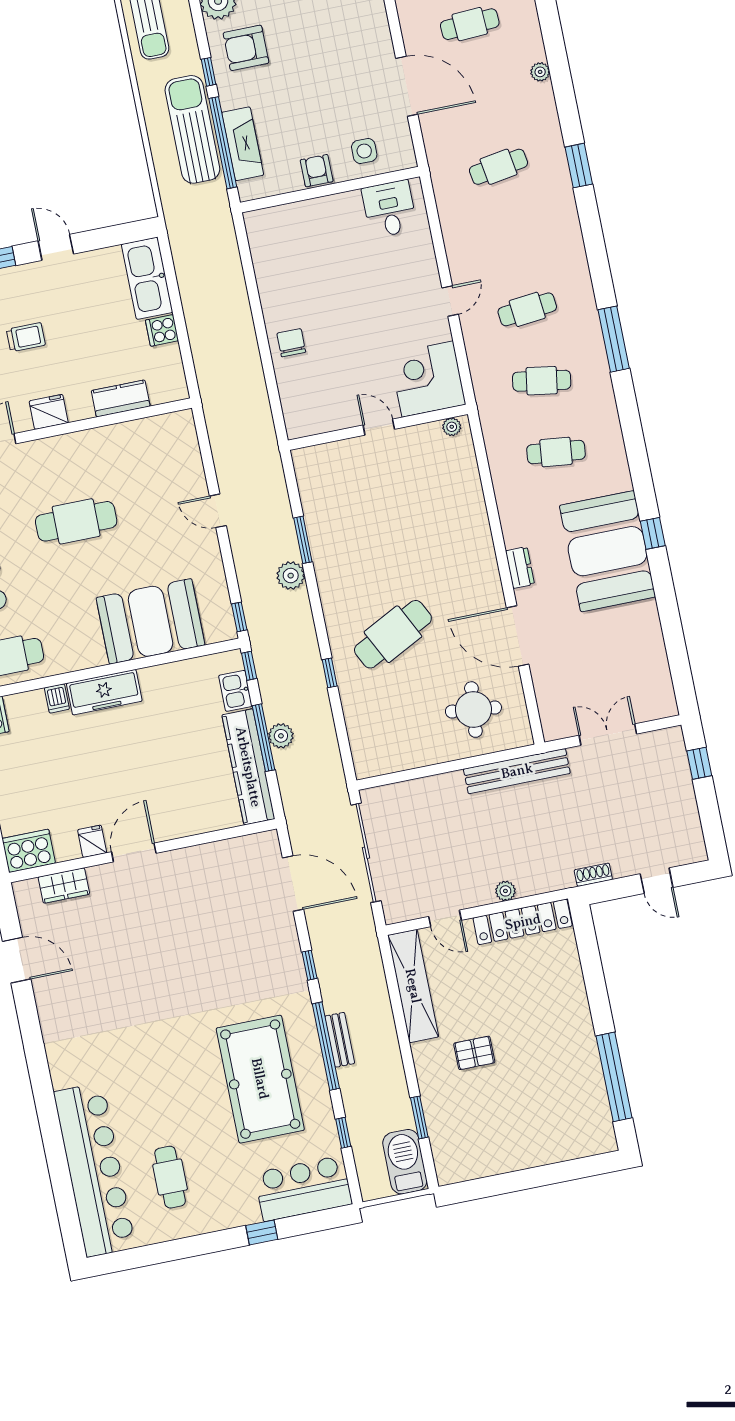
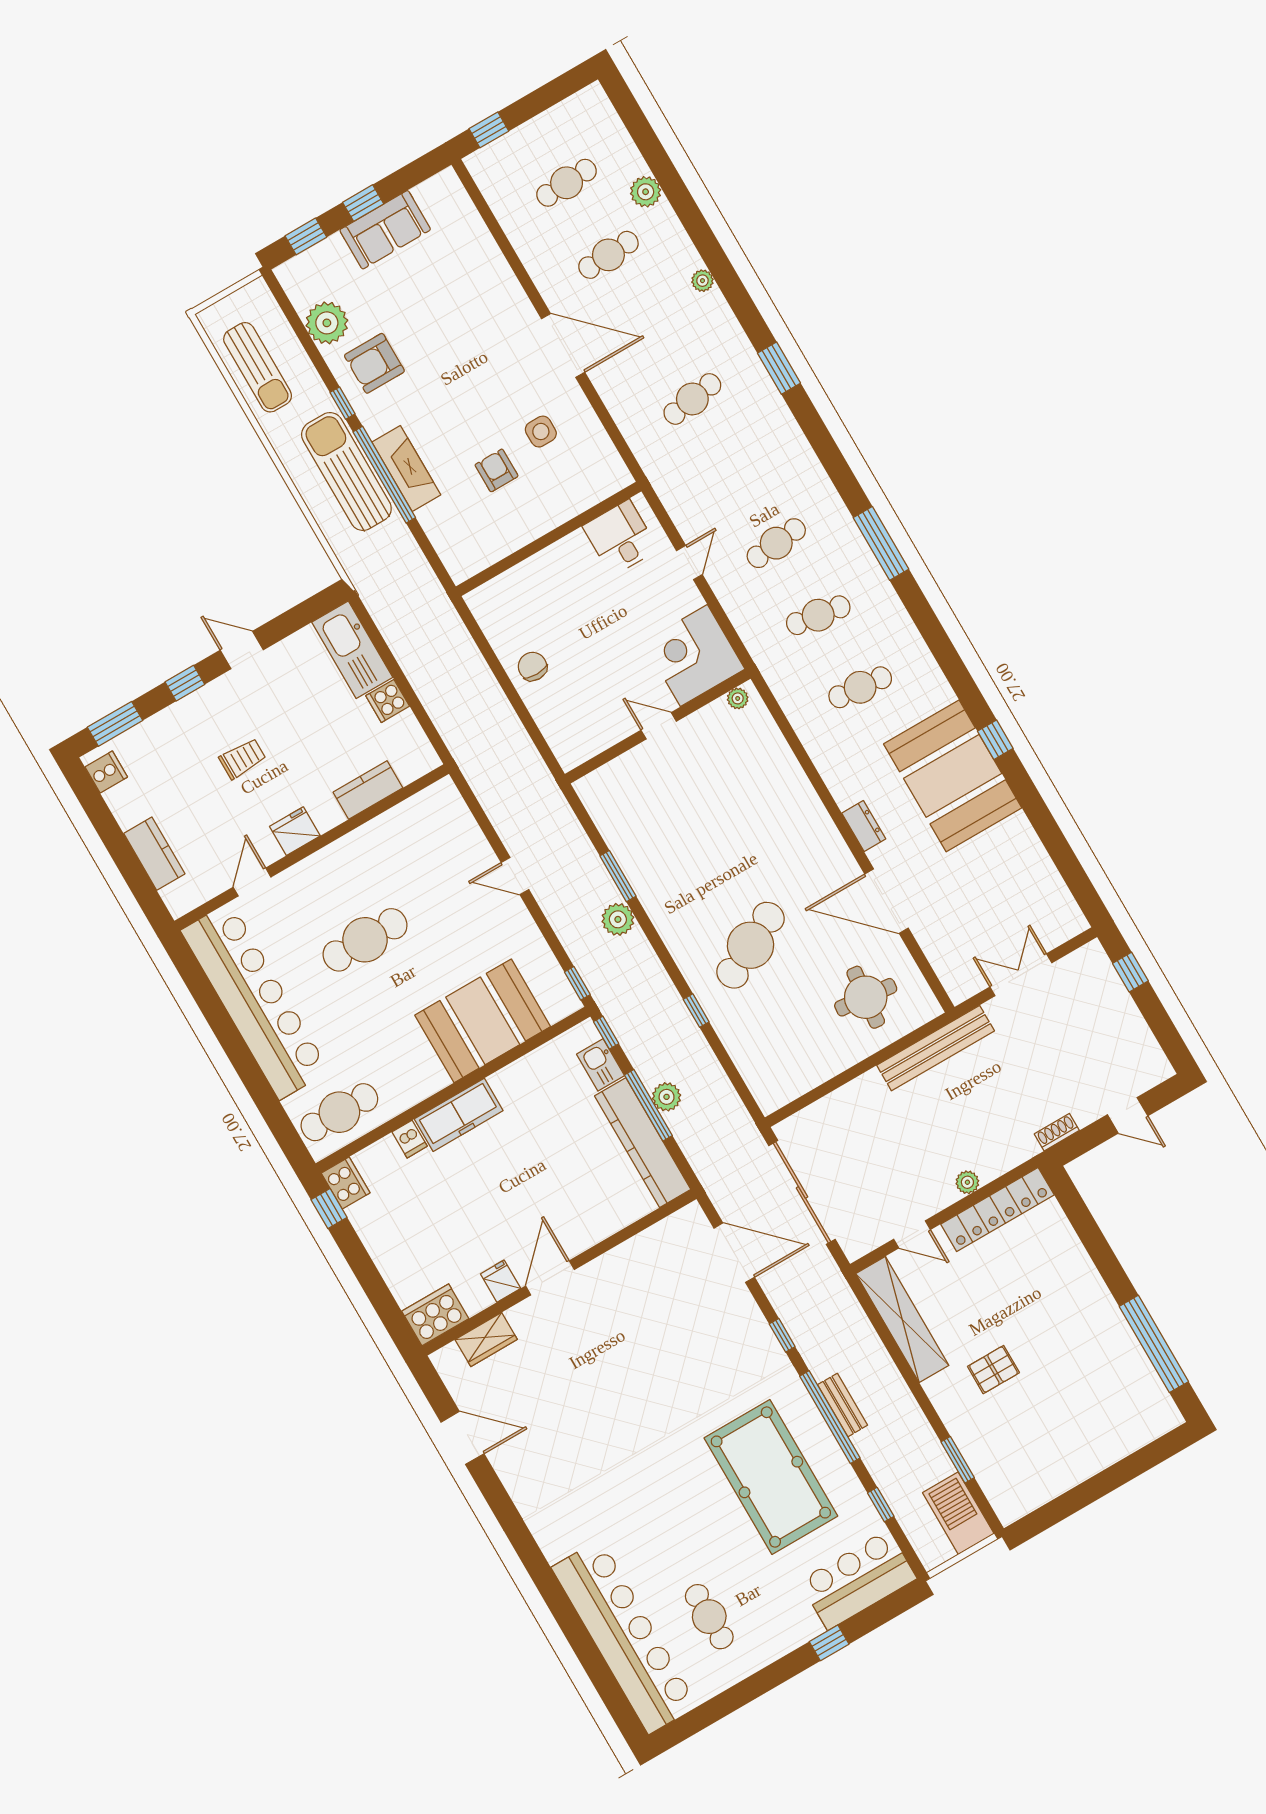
wall: (330, 190) -> (549, 539), moved
desk: (389, 209) -> (620, 538), moved

